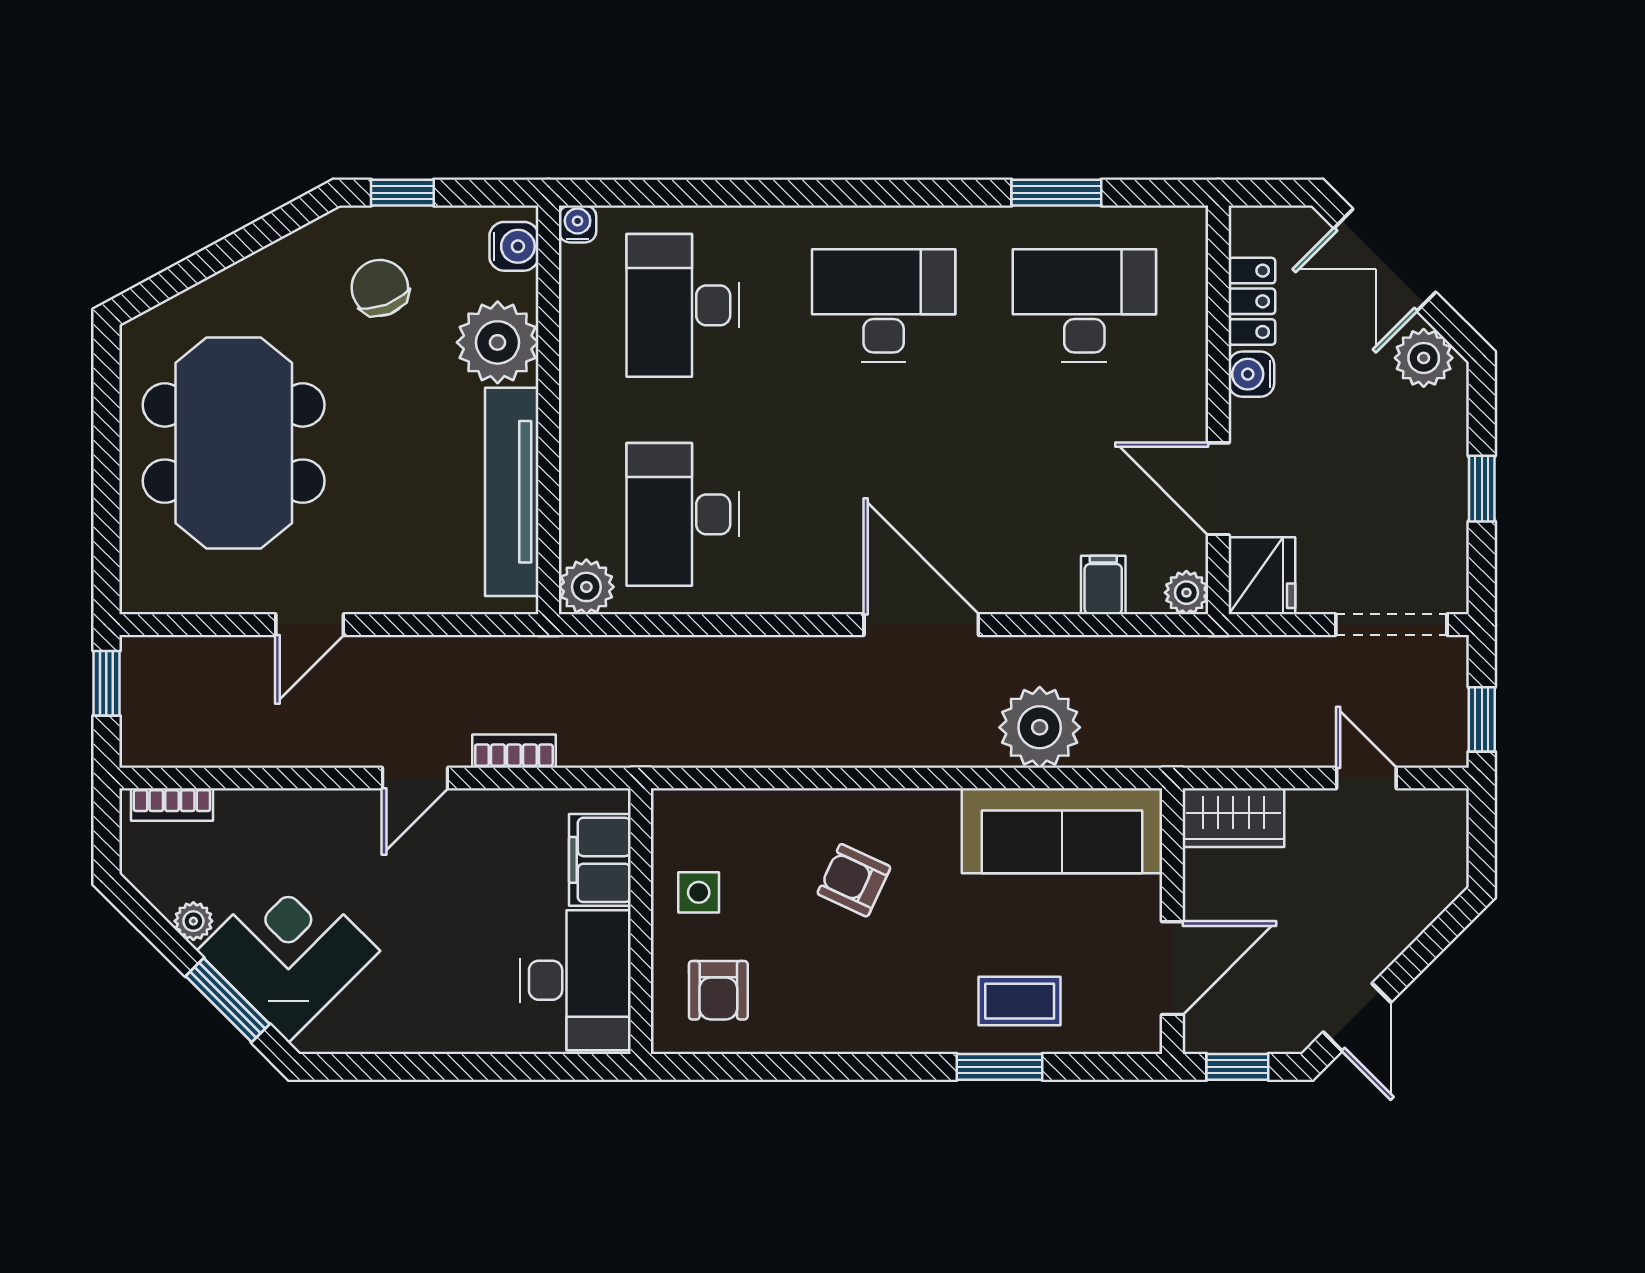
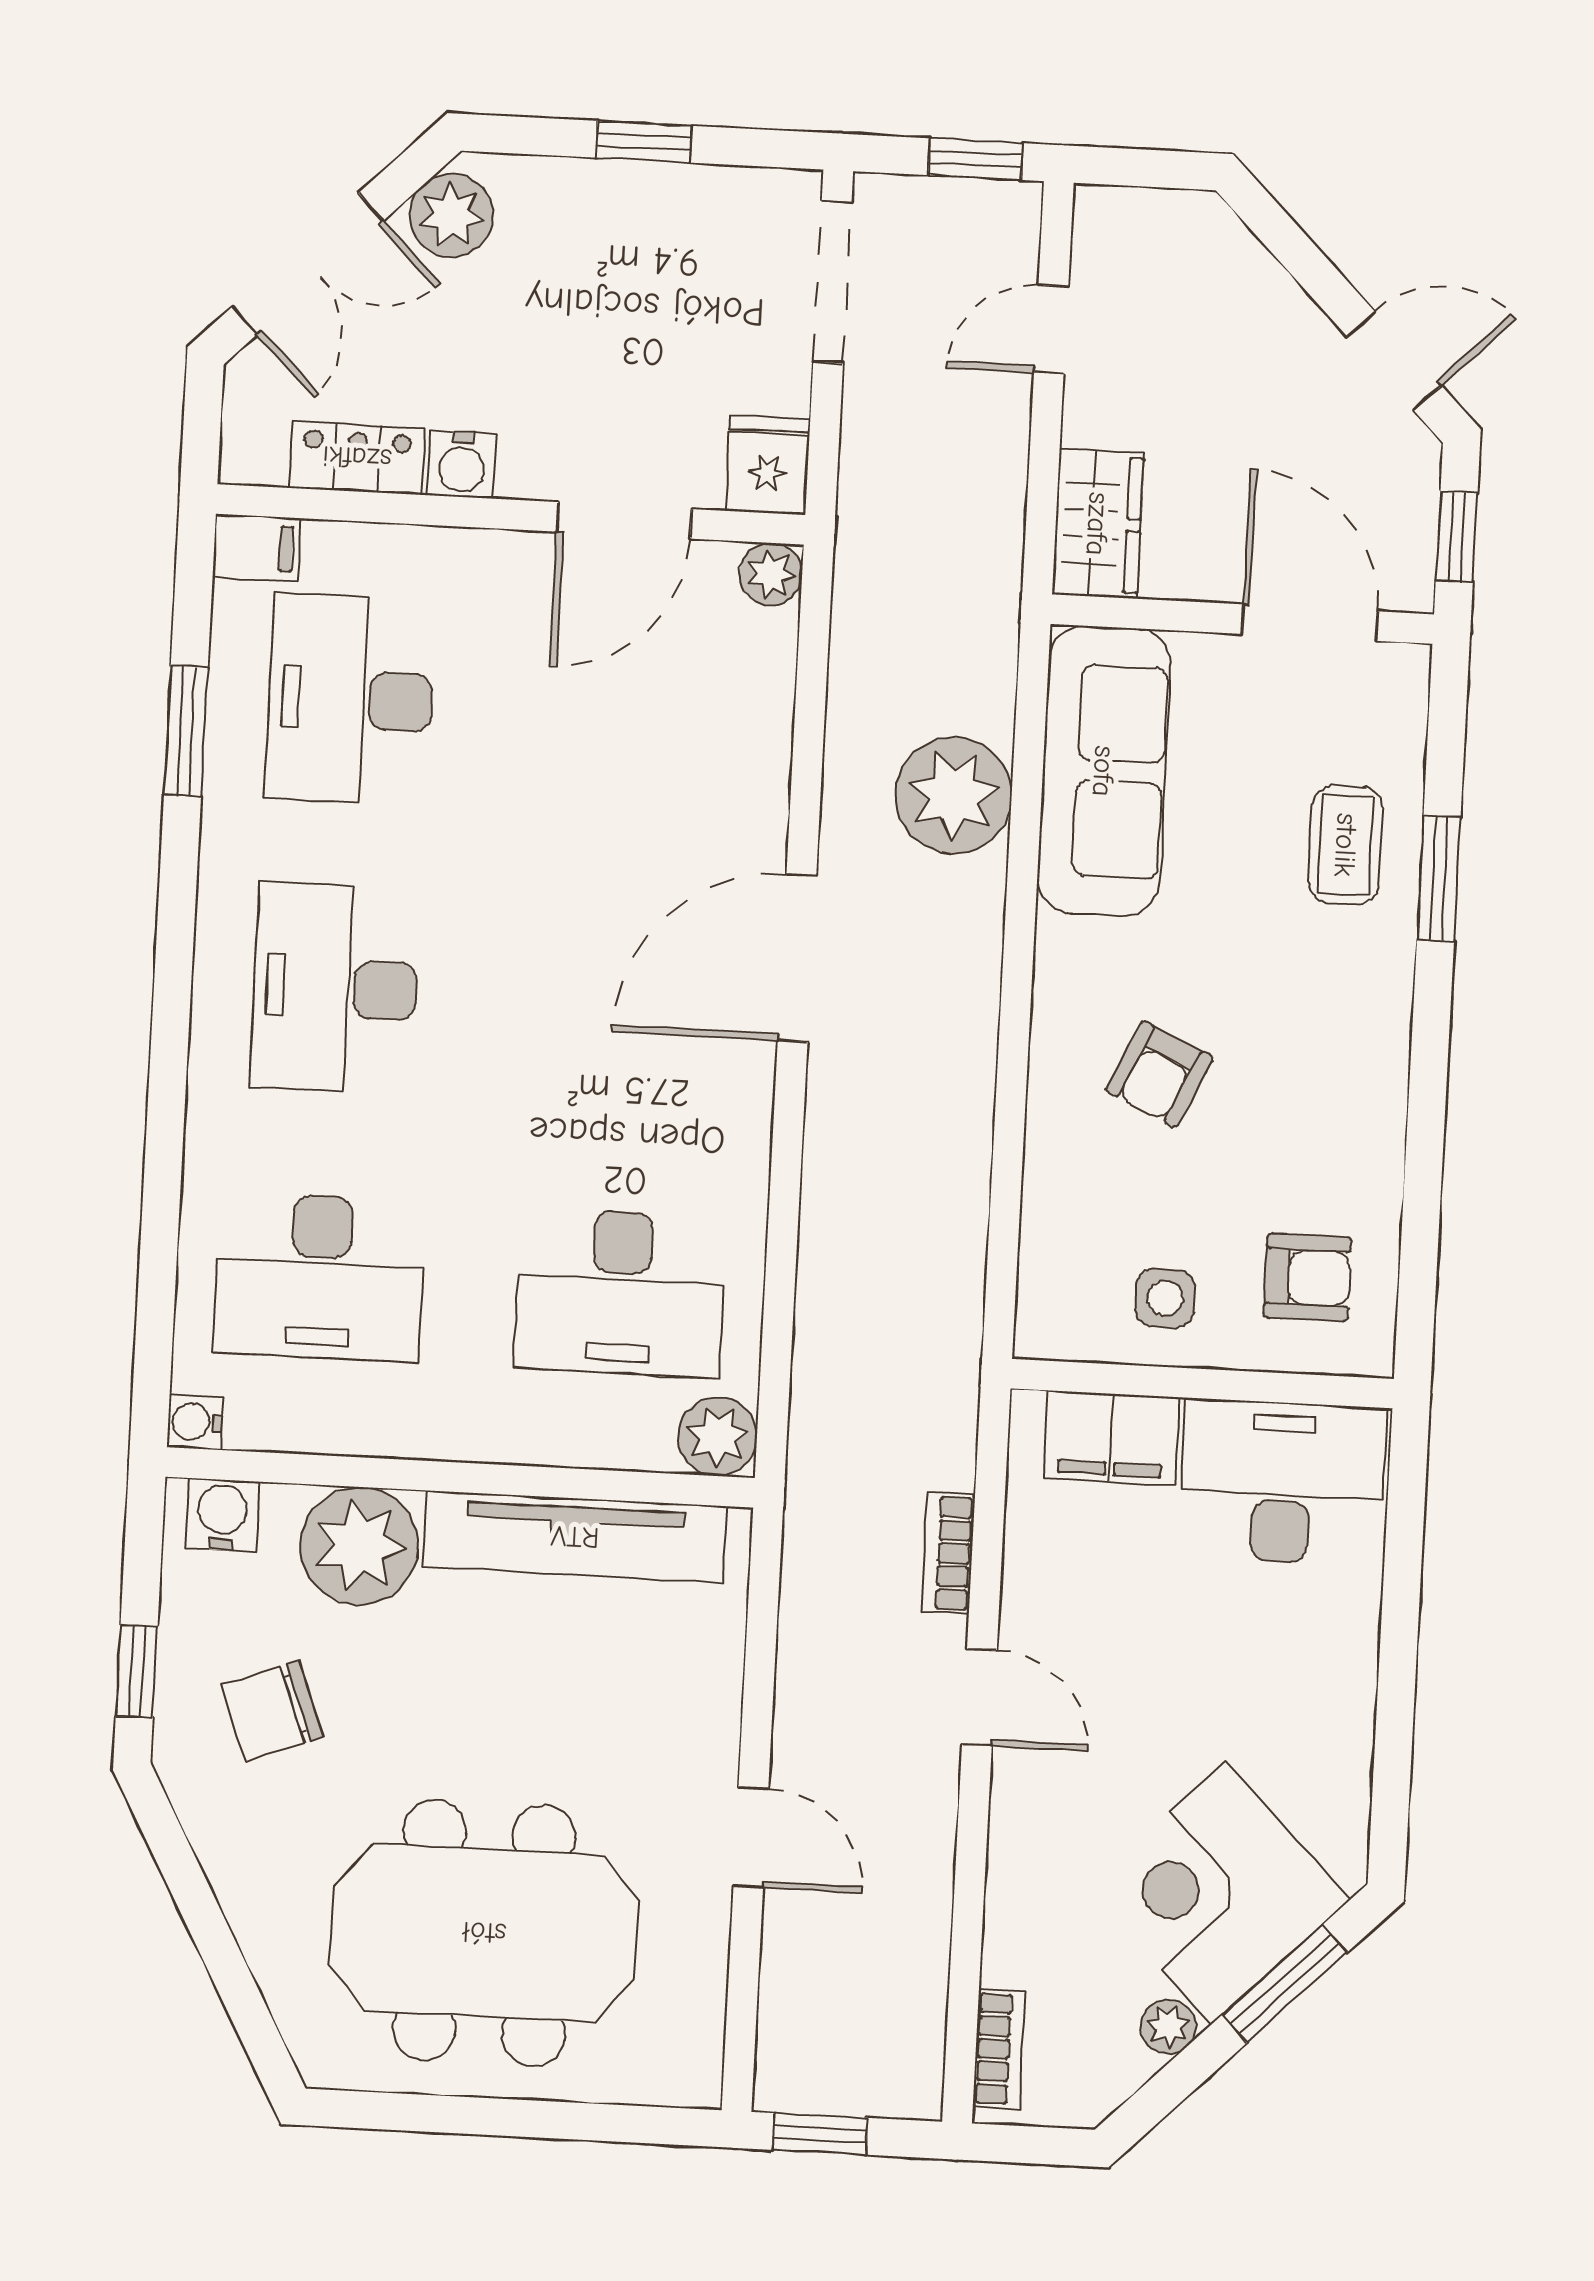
fridge: (1262, 576) -> (768, 465), width x0.72
filing cabinet: (1103, 585) -> (256, 548), moved, turned 180

